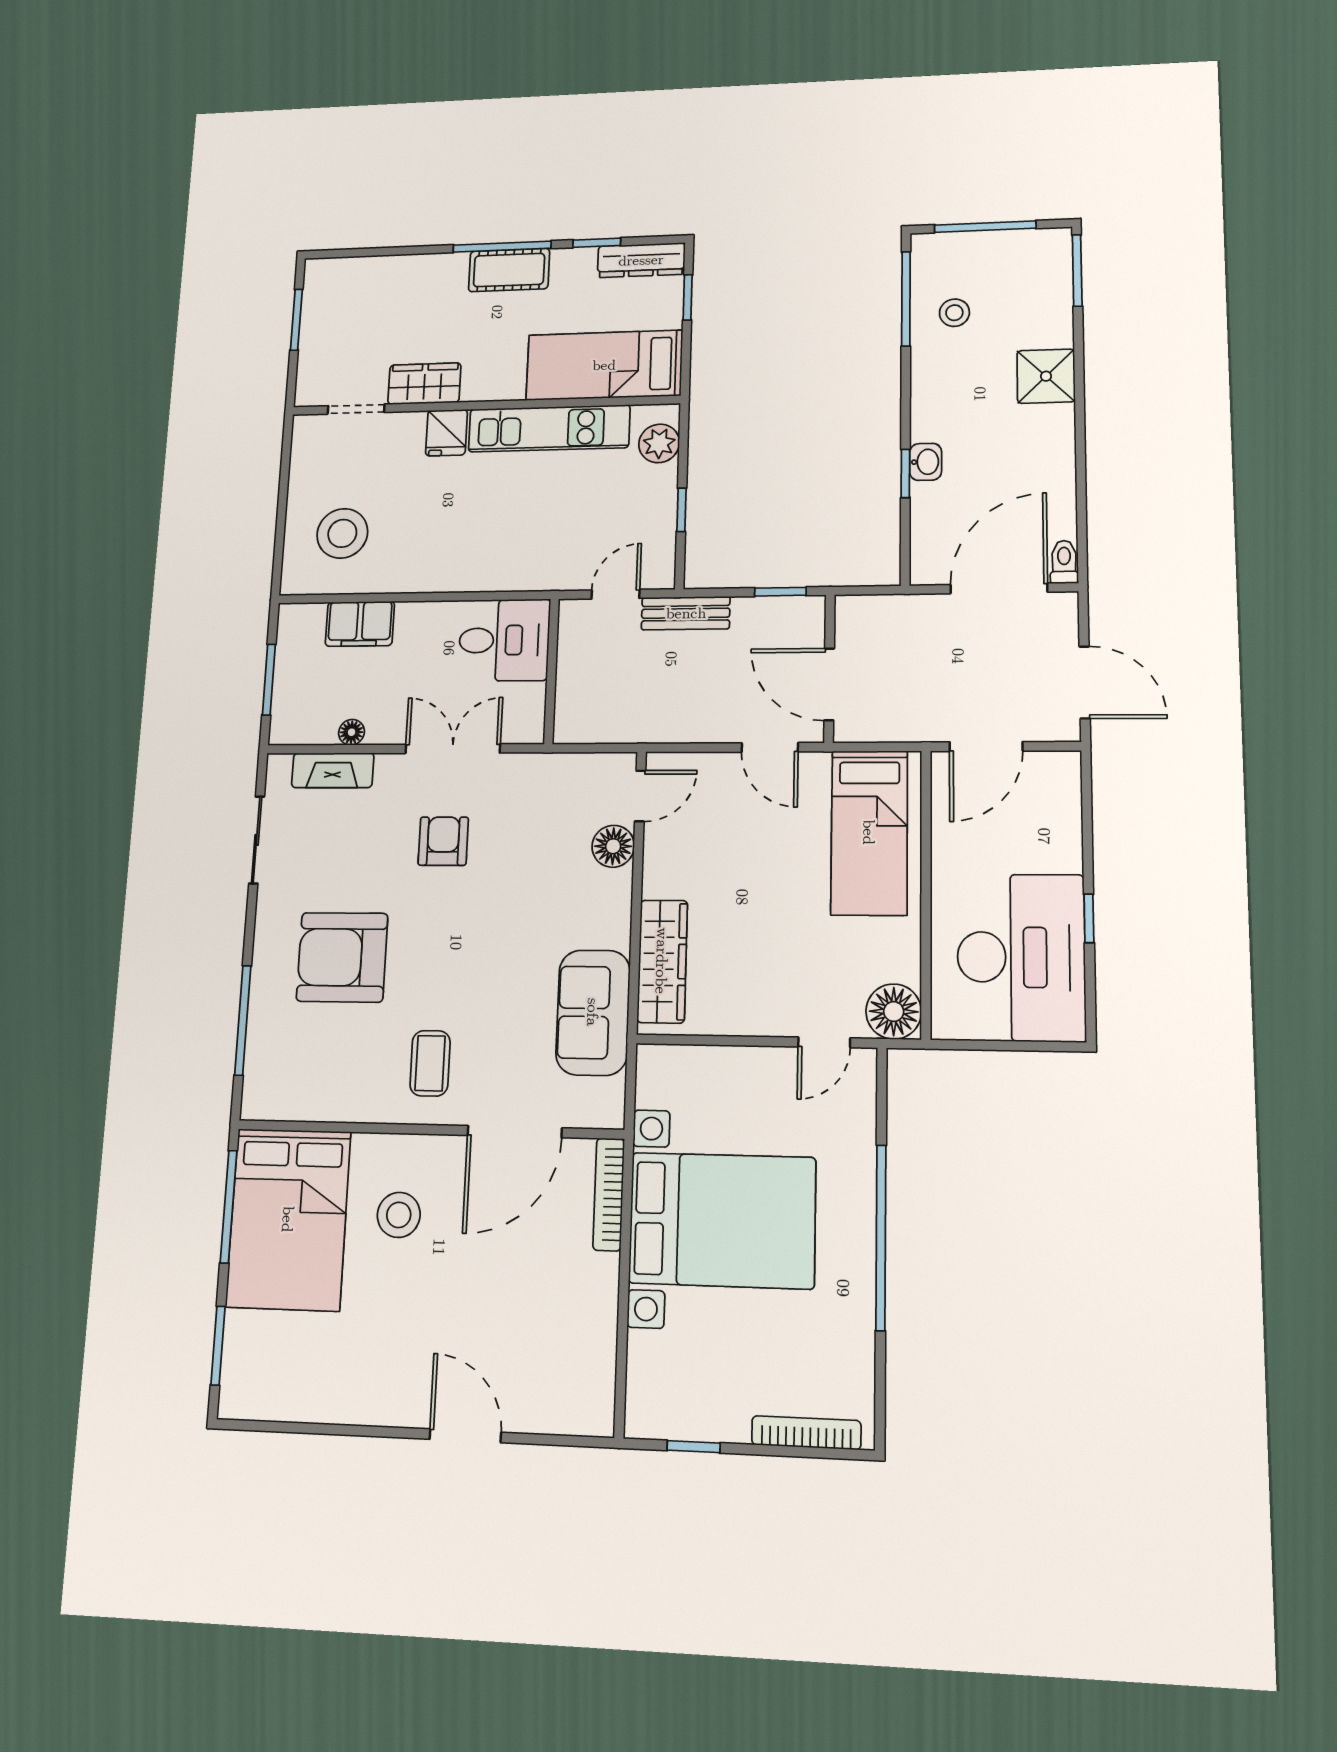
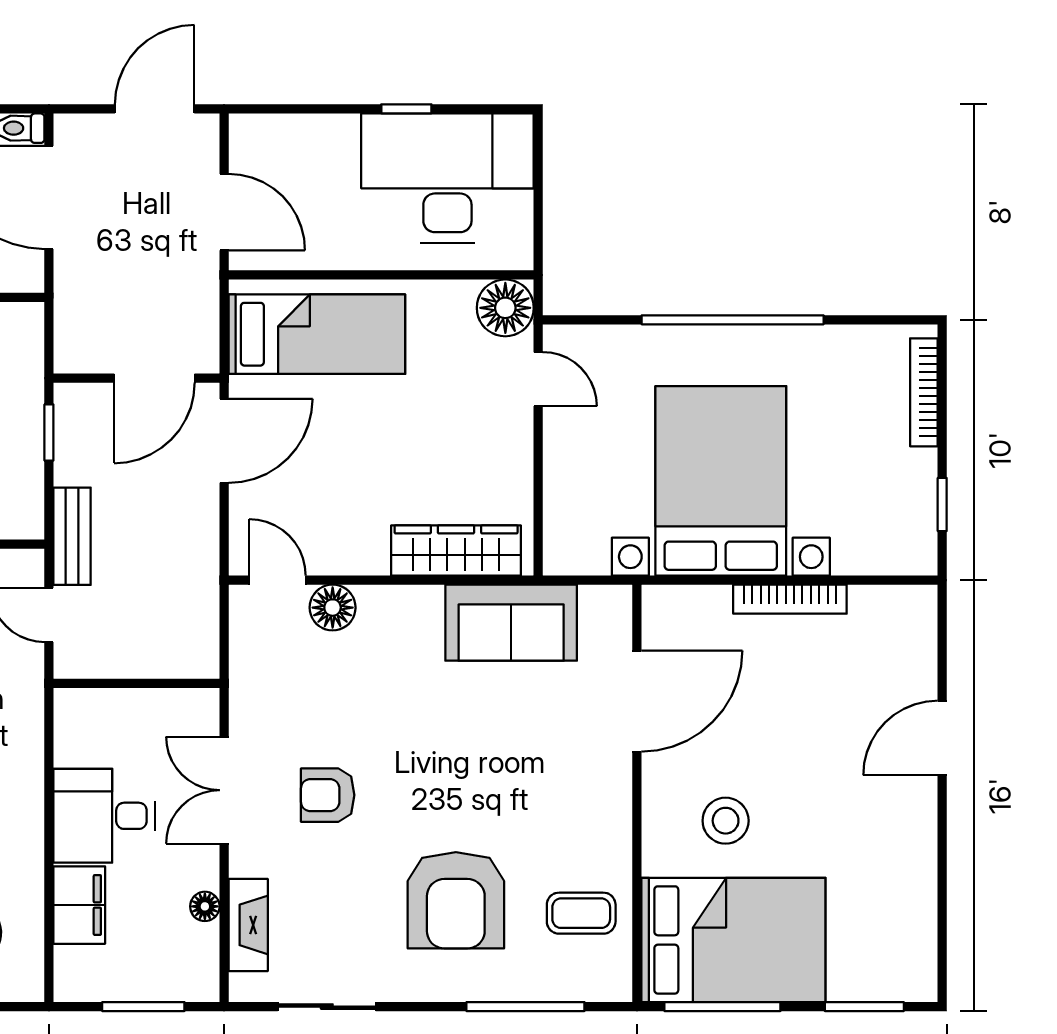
desk: (504, 640) -> (104, 816), moved, turned -90
door: (770, 747) -> (224, 441), width x1.38
coffee table: (430, 1063) -> (581, 913), moved
door: (515, 1132) -> (637, 701), hinge flipped
bookcase: (609, 1194) -> (790, 599), moved

